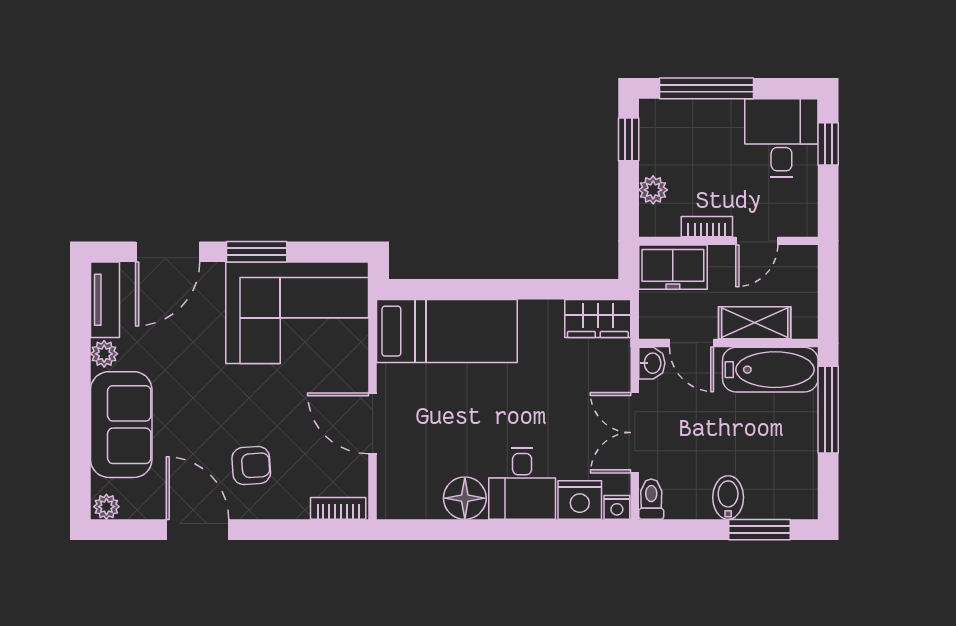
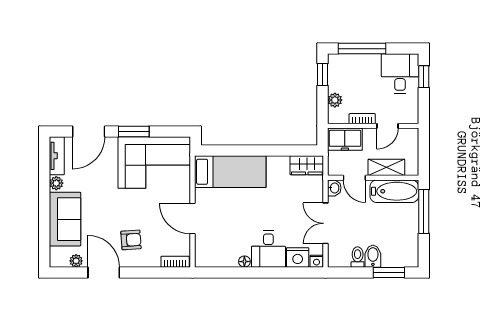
floor lamp: (465, 498) -> (244, 262), width x0.53, depth x0.53
toilet: (651, 499) -> (358, 257), moved
plant: (106, 507) -> (76, 261), moved

